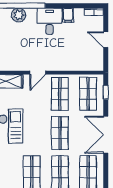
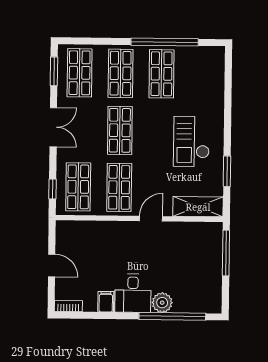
plant: (19, 15) -> (162, 303), moved
double door: (106, 135) -> (53, 127), width x0.73
window: (106, 173) -> (54, 71), added

